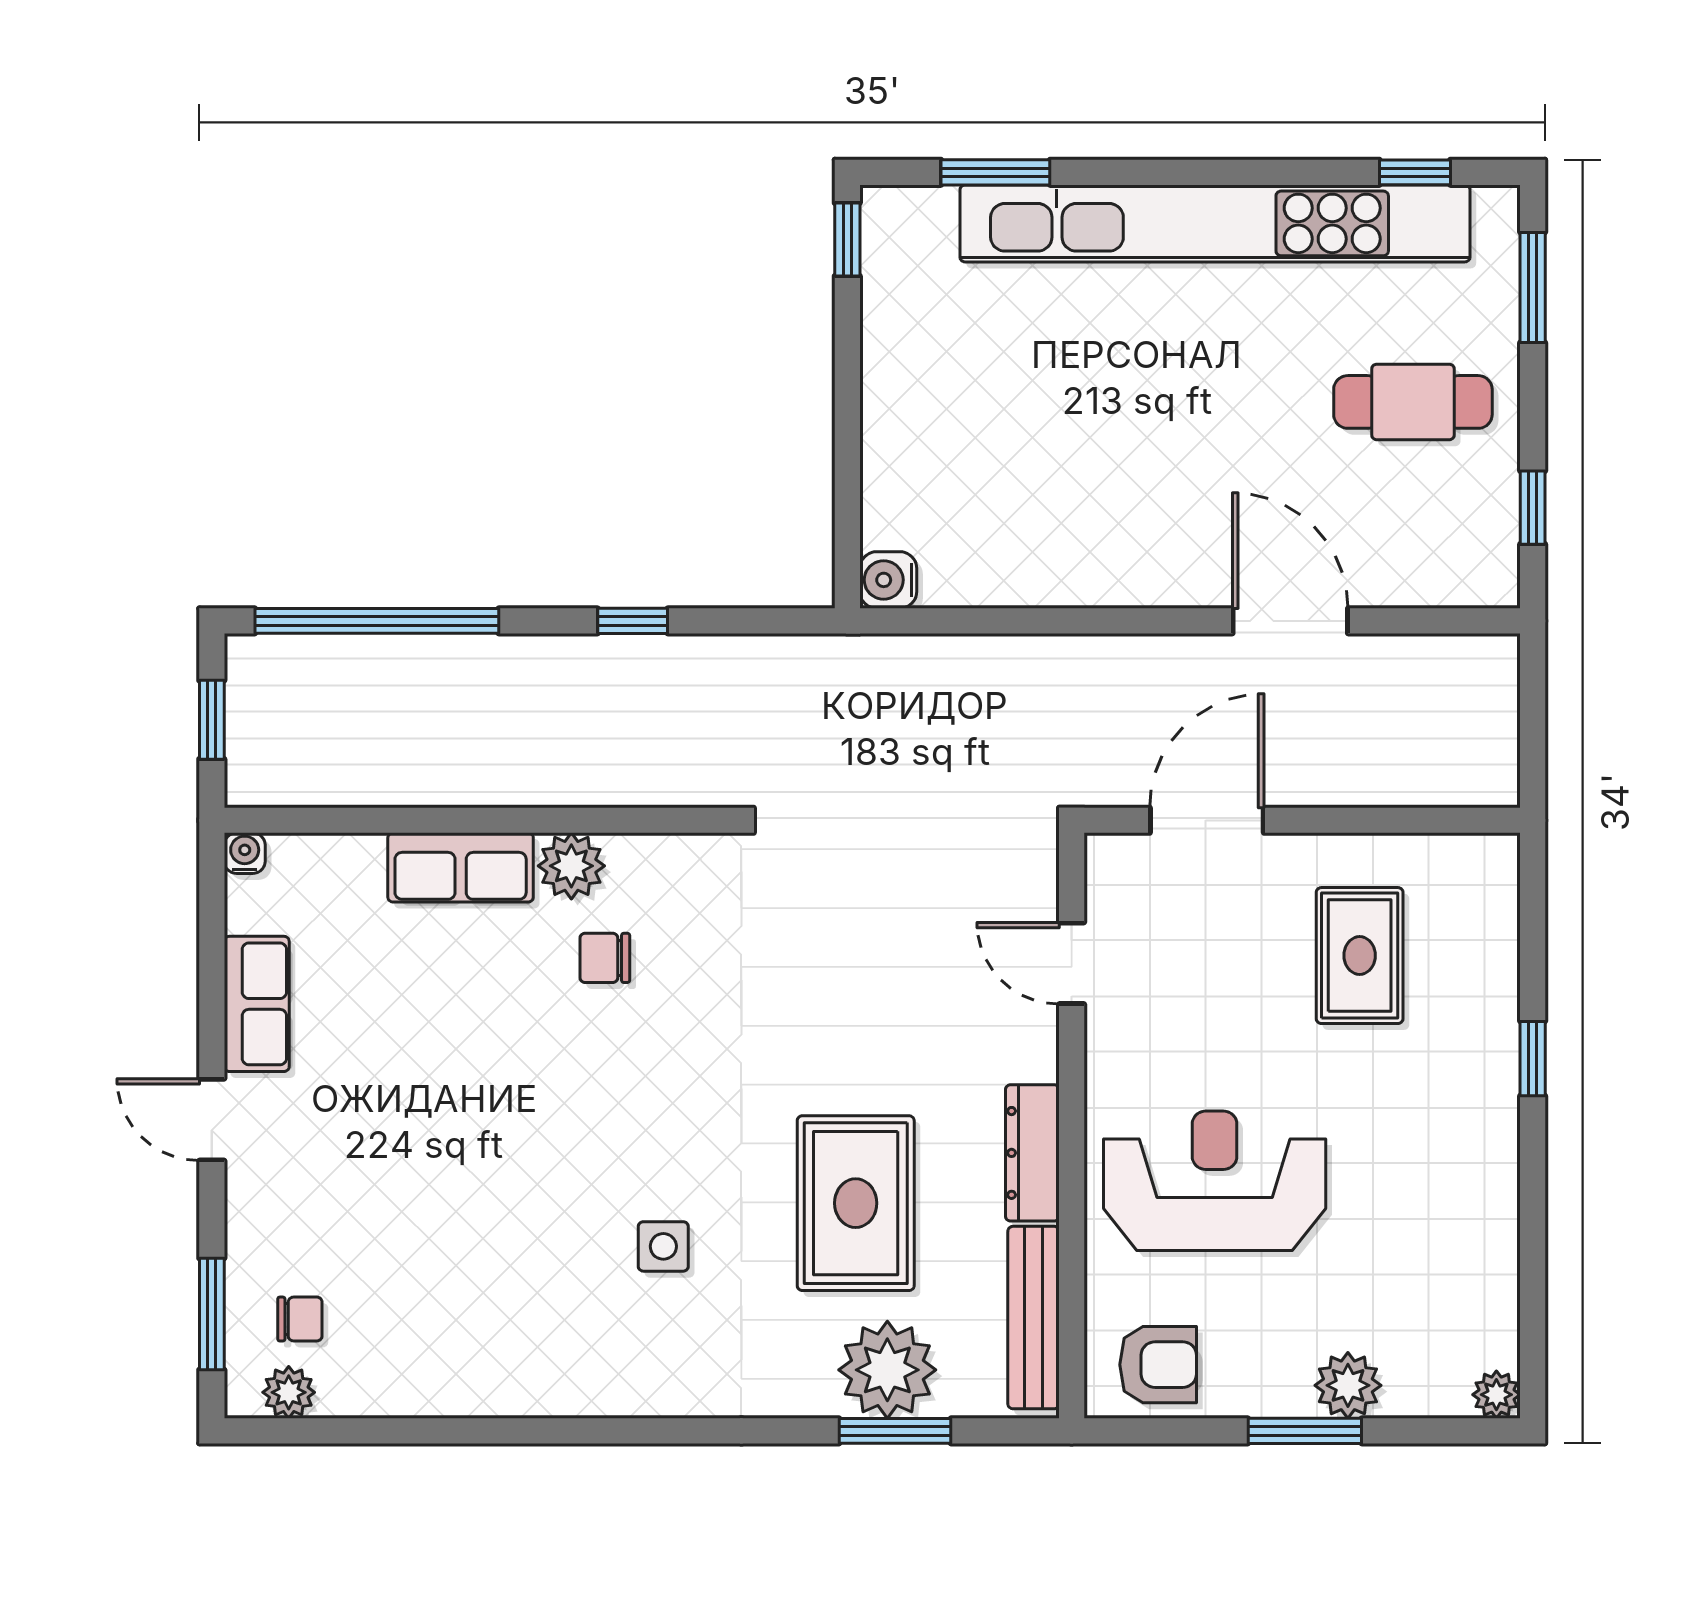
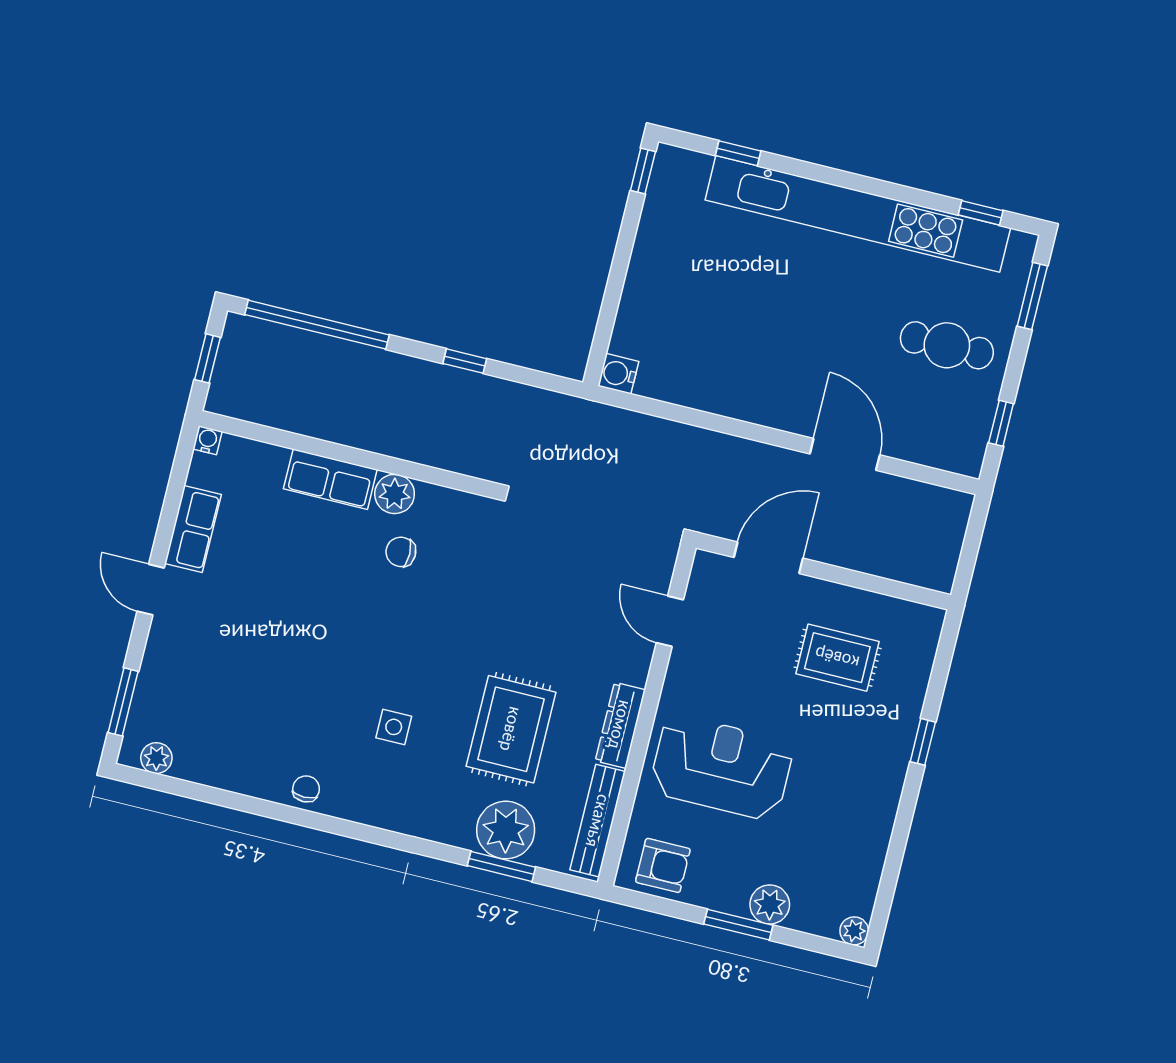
window: (995, 172) -> (738, 153), width x0.67
rug: (1360, 956) -> (837, 658), turned 90
chair: (300, 1319) -> (306, 789), moved, turned -90

